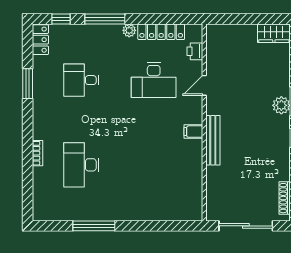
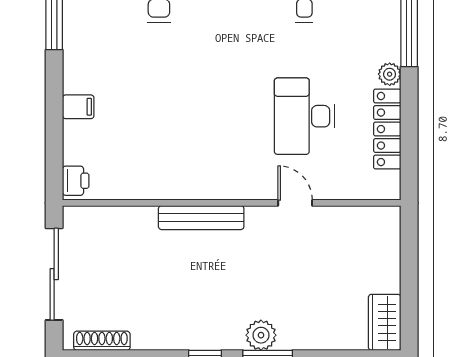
printer: (195, 51) -> (76, 181), moved, turned 90
filing cabinet: (193, 132) -> (78, 107), moved, turned 90

